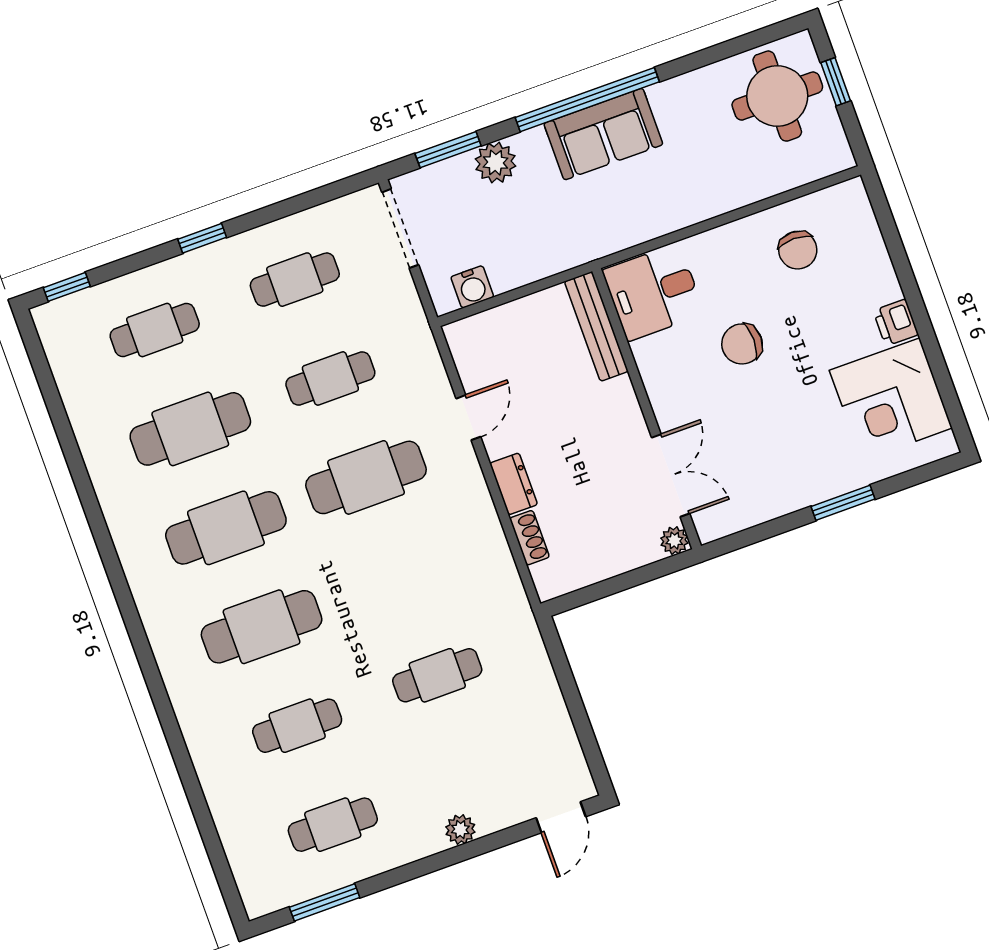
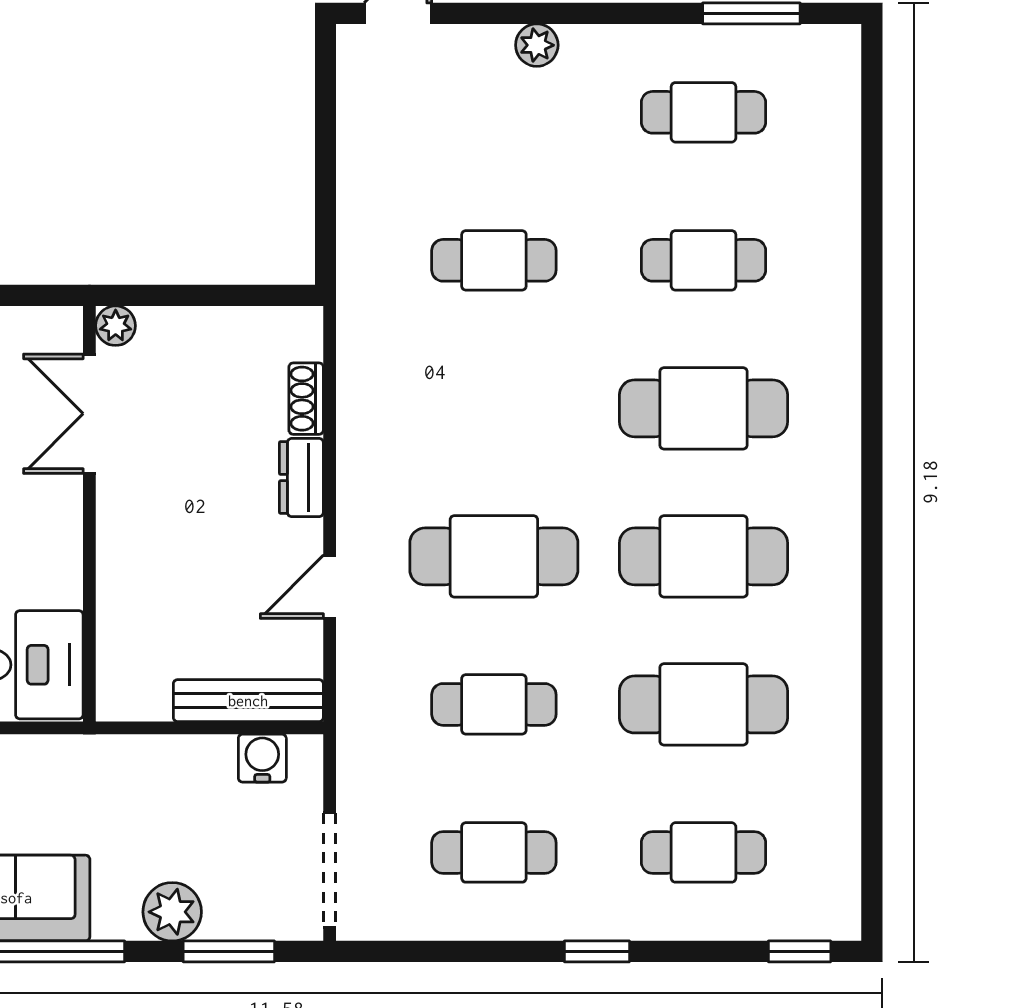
bench: (596, 326) -> (248, 701), moved, turned 90

